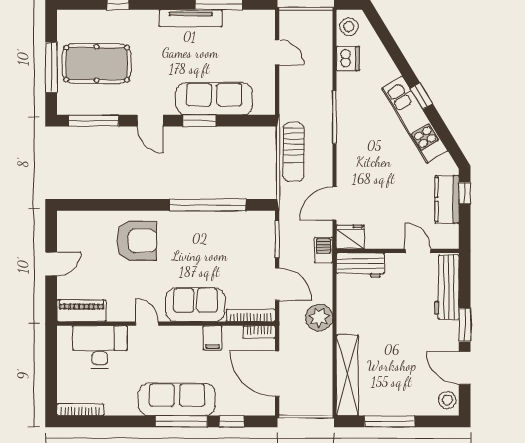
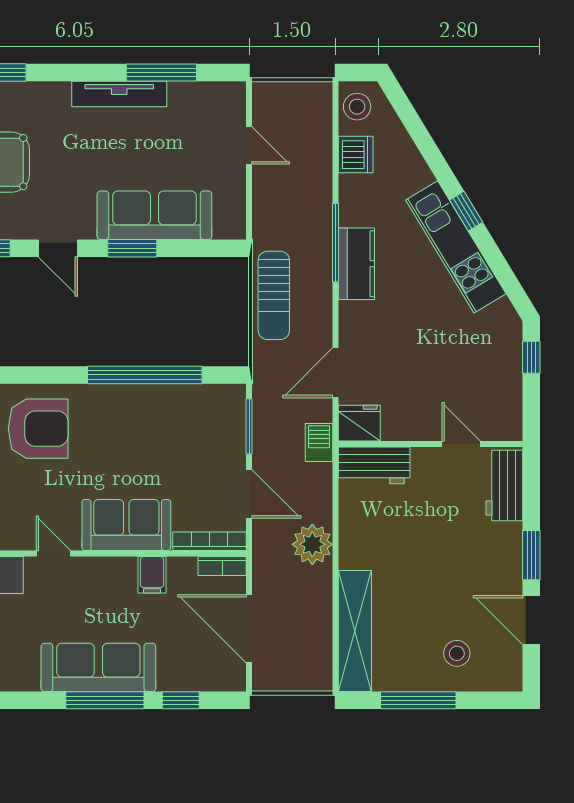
kitchen counter: (447, 199) -> (356, 264), moved, turned 180
workbench: (447, 287) -> (504, 485), width x0.73
stool: (447, 400) -> (457, 653), moved

